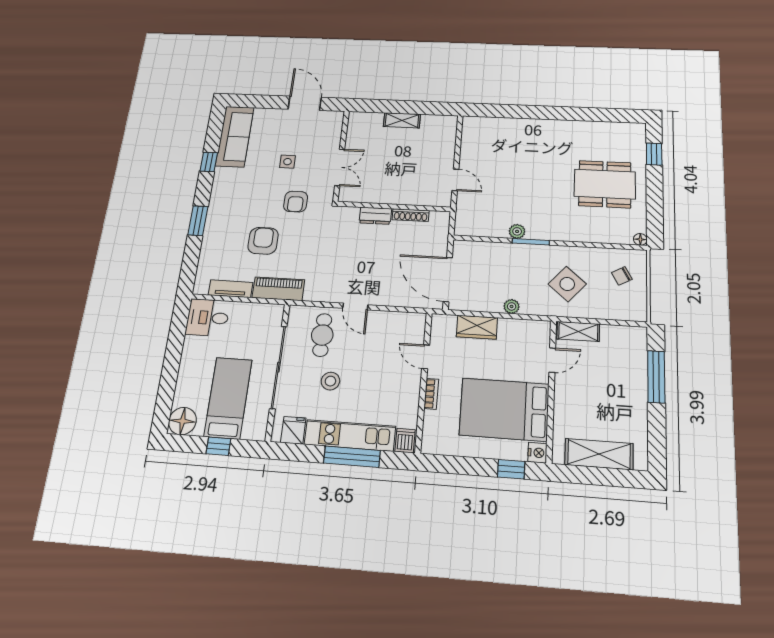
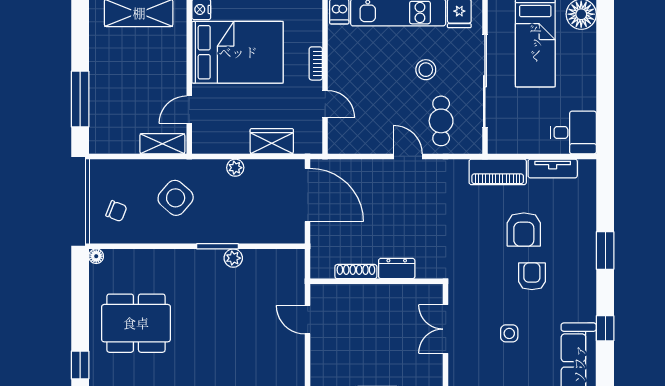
armchair: (296, 202) -> (532, 276), moved
chair: (622, 276) -> (116, 211), turned 51

